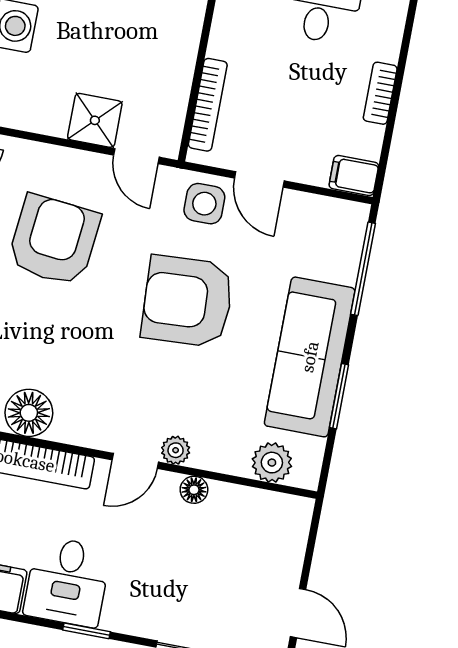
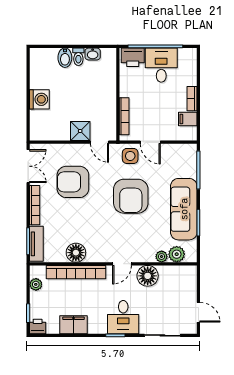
filing cabinet: (354, 175) -> (188, 119), moved
armchair: (54, 240) -> (73, 182), turned -96
armchair: (187, 301) -> (131, 196), turned -87
plant: (176, 450) -> (162, 257), moved
floor lamp: (194, 490) -> (148, 276), width x1.89, depth x1.89
desk: (67, 582) -> (123, 317), moved

